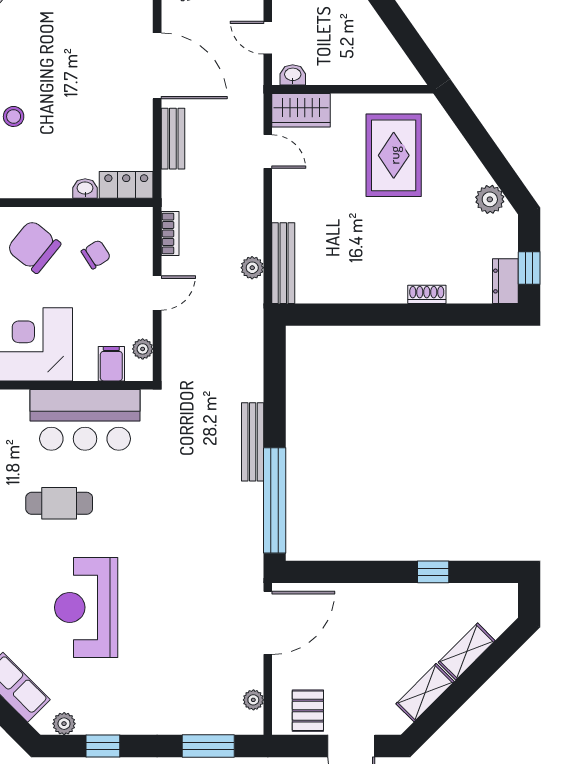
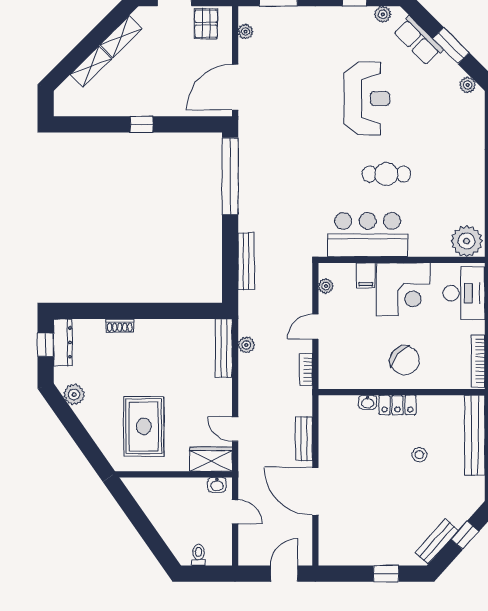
locker: (126, 185) -> (397, 405), moved
chair: (96, 254) -> (360, 355), removed
dresser: (505, 281) -> (63, 342), width x1.44
filing cabinet: (111, 364) -> (366, 275), moved
bench: (253, 442) -> (246, 261), moved
window: (433, 572) -> (142, 124), moved

